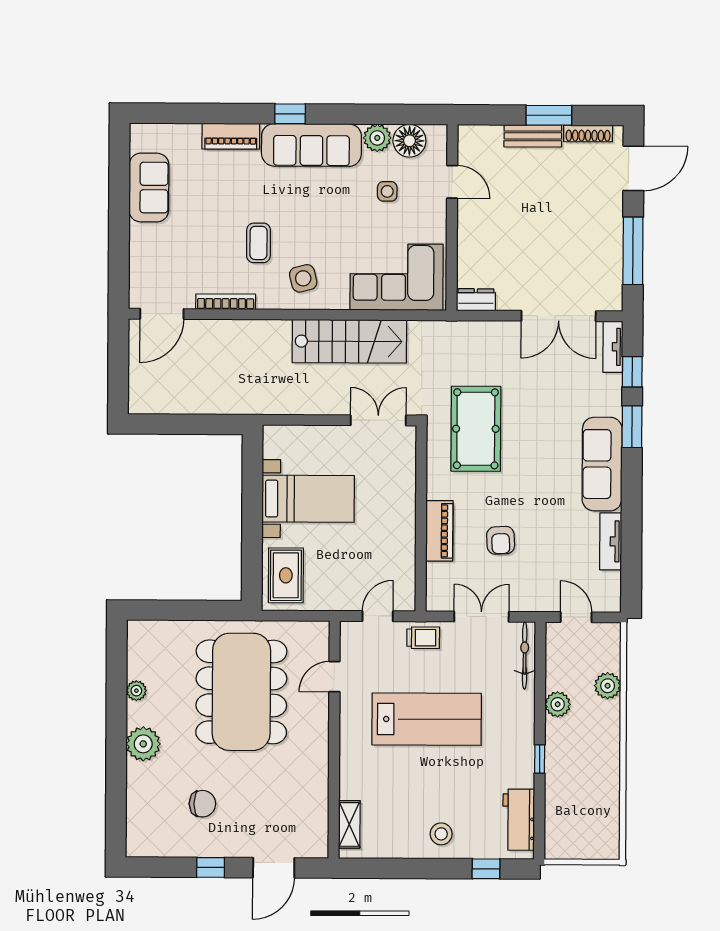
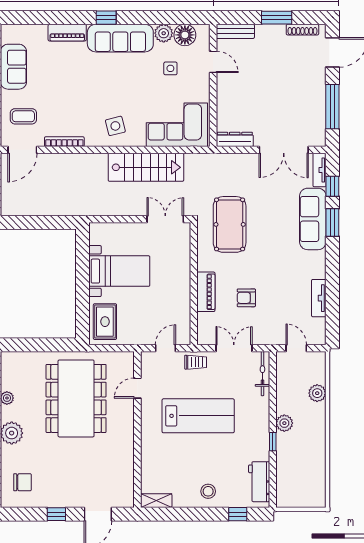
bench: (533, 136) -> (235, 31), moved
coffee table: (259, 243) -> (23, 116), moved, turned 90
dresser: (476, 300) -> (235, 139), width x1.44
sofa: (602, 464) -> (313, 219), moved
armchair: (501, 540) -> (246, 298), turned 93
plant: (558, 704) -> (284, 423), moved
chair: (202, 804) -> (22, 482), moved
shelving: (349, 824) -> (156, 501), moved, turned 90

